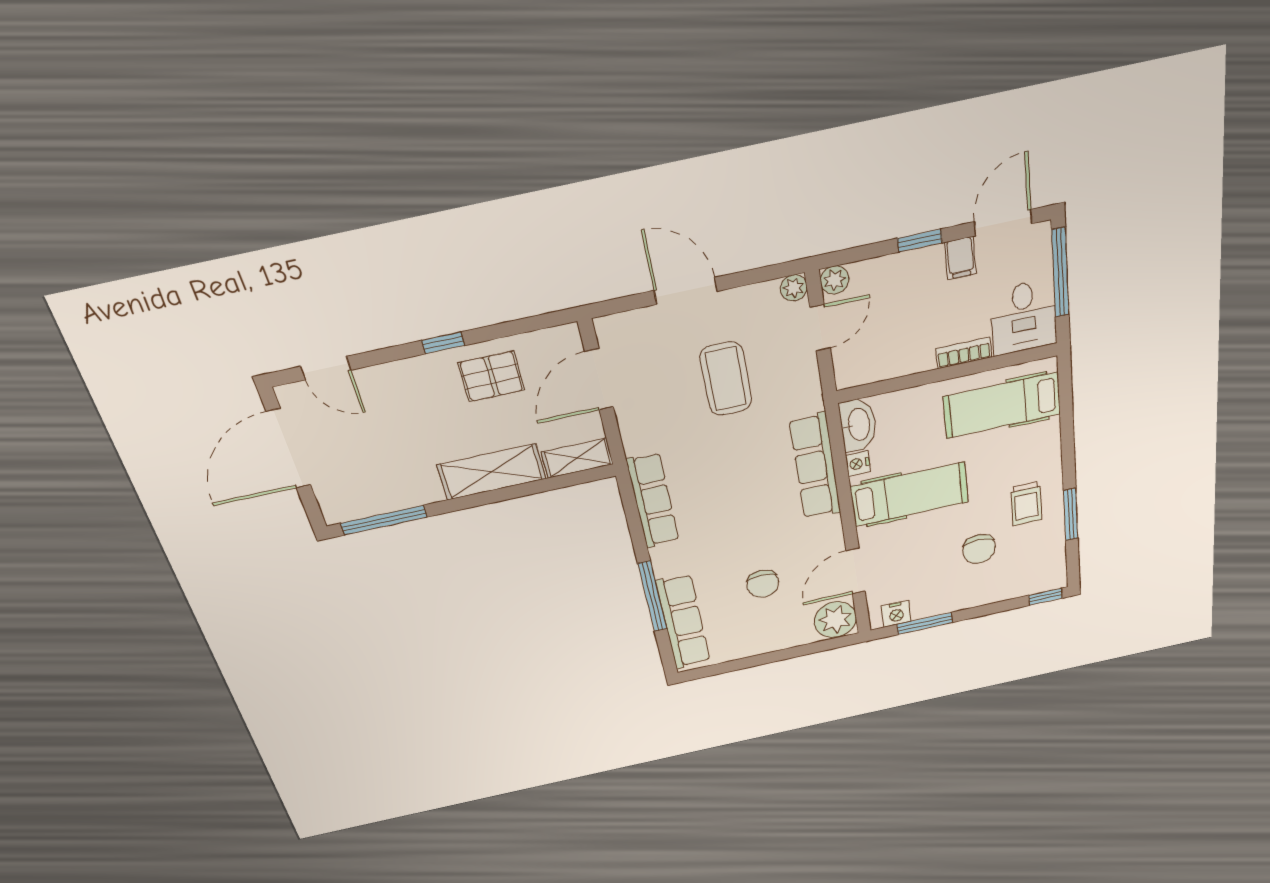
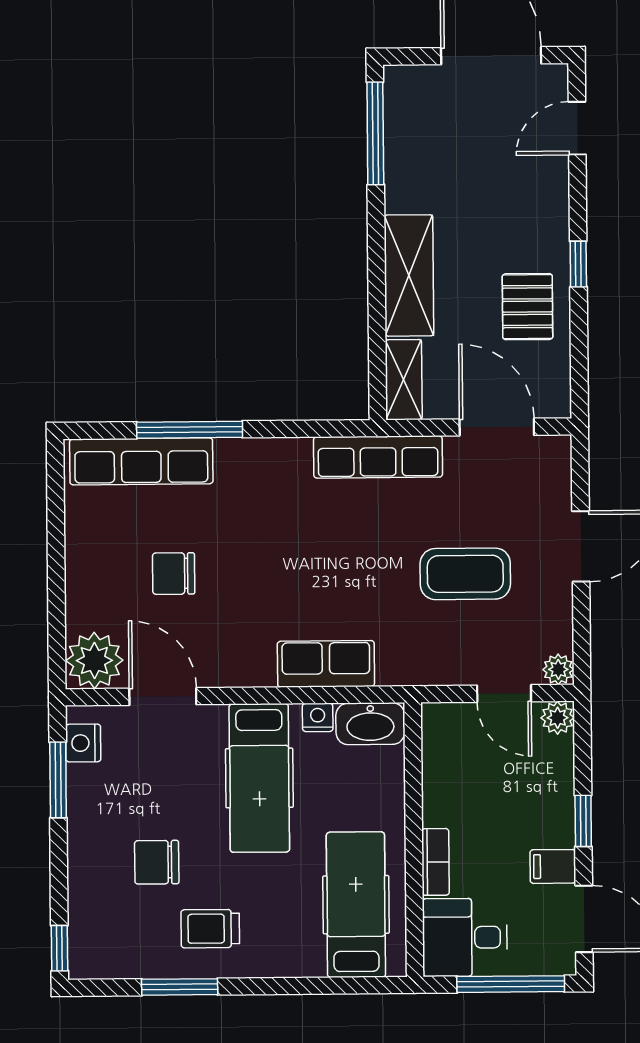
row of seats: (815, 467) -> (326, 664), width x0.68
row of seats: (653, 500) -> (378, 457), moved

